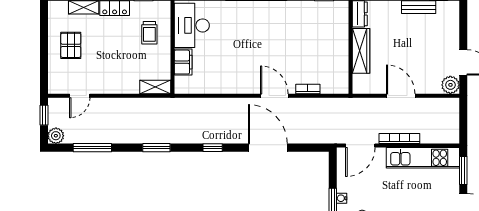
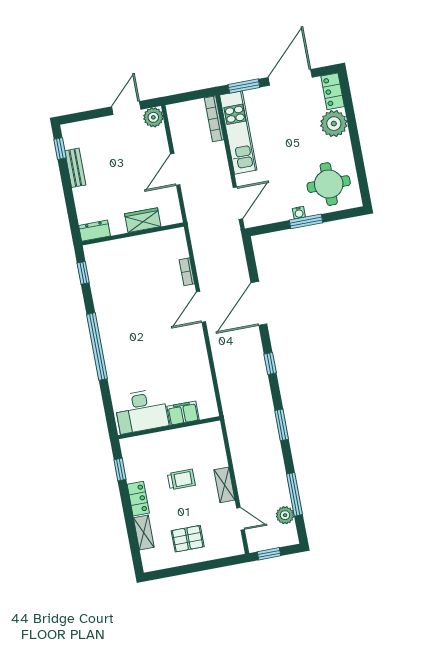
trolley: (149, 33) -> (181, 479), moved
wardrobe: (361, 51) -> (143, 220), width x0.67
shelving: (155, 87) -> (224, 485), moved
plant: (56, 136) -> (285, 515), moved
bookcase: (399, 139) -> (214, 119), moved
door: (360, 146) -> (238, 203), hinge flipped

